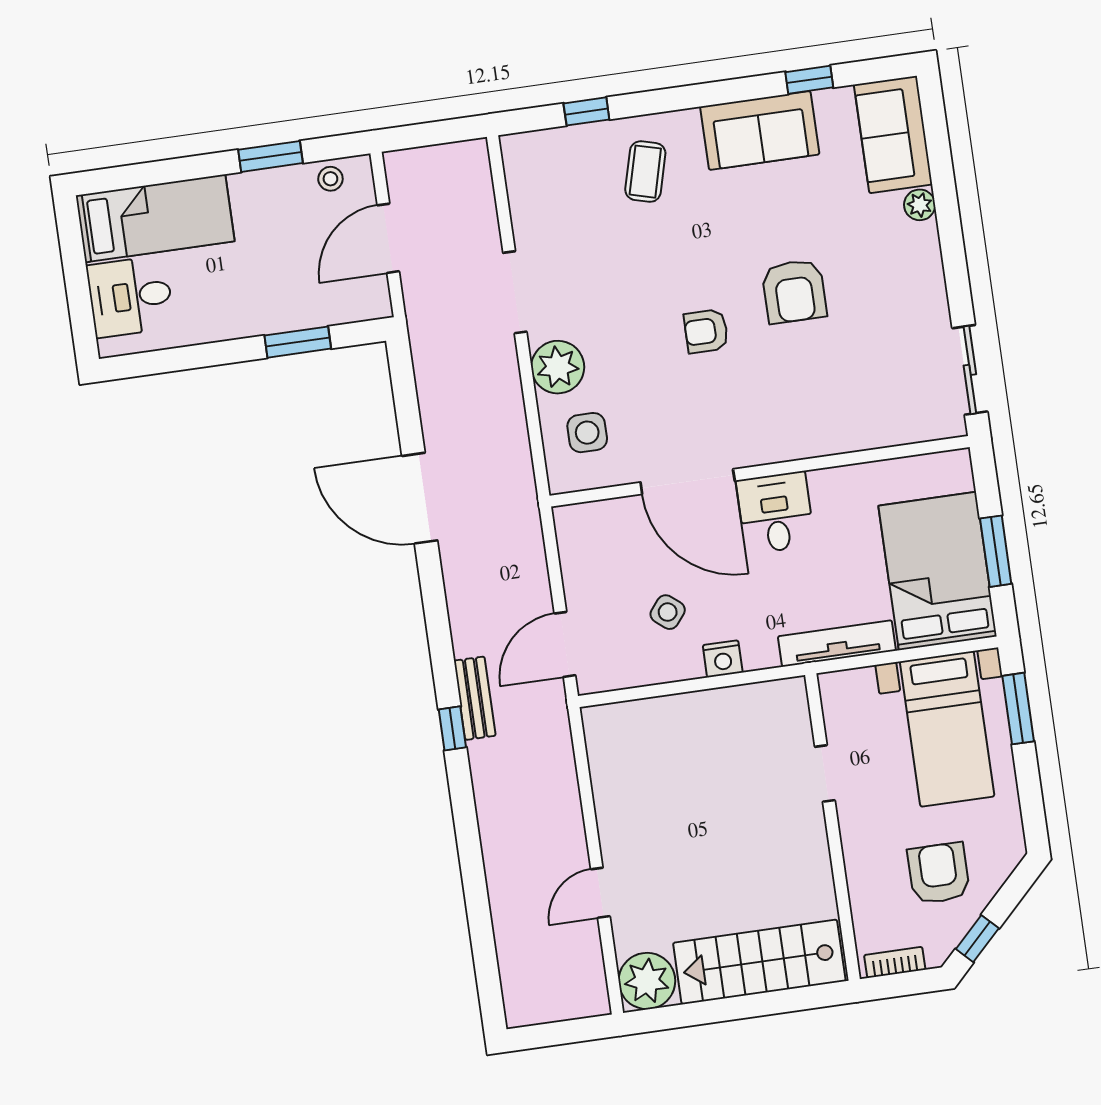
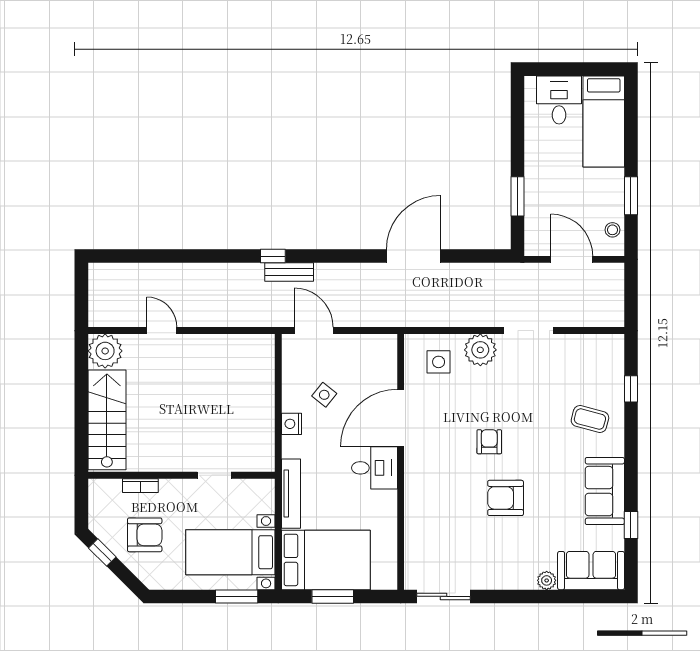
bookcase: (895, 962) -> (140, 486), moved, turned 90

